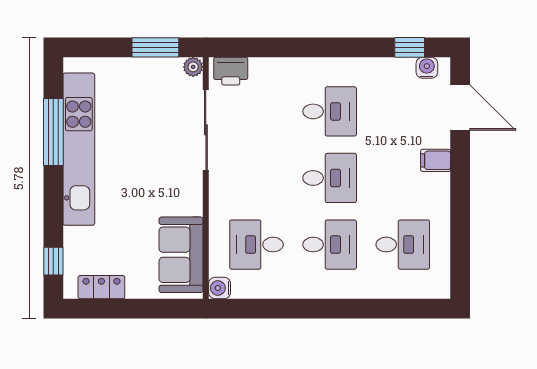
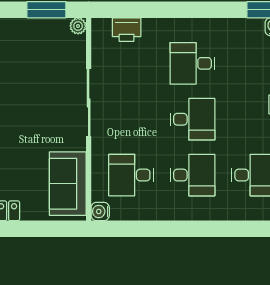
printer: (231, 71) -> (127, 30), moved
desk: (330, 111) -> (192, 63), turned 180
sliding door: (206, 130) -> (89, 103), moved

